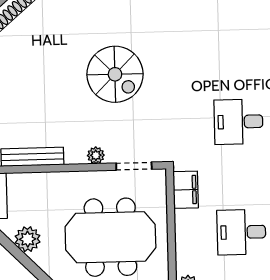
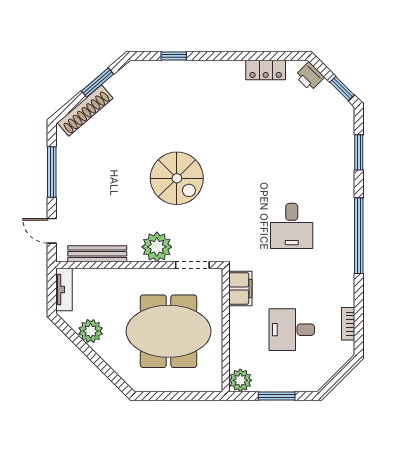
desk: (239, 122) -> (292, 226), turned -90
plant: (96, 155) -> (157, 247), width x1.87, depth x1.87

